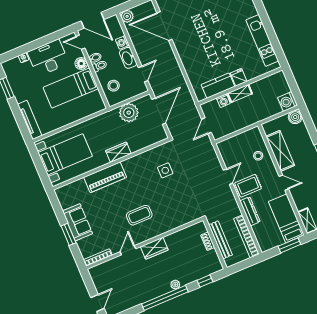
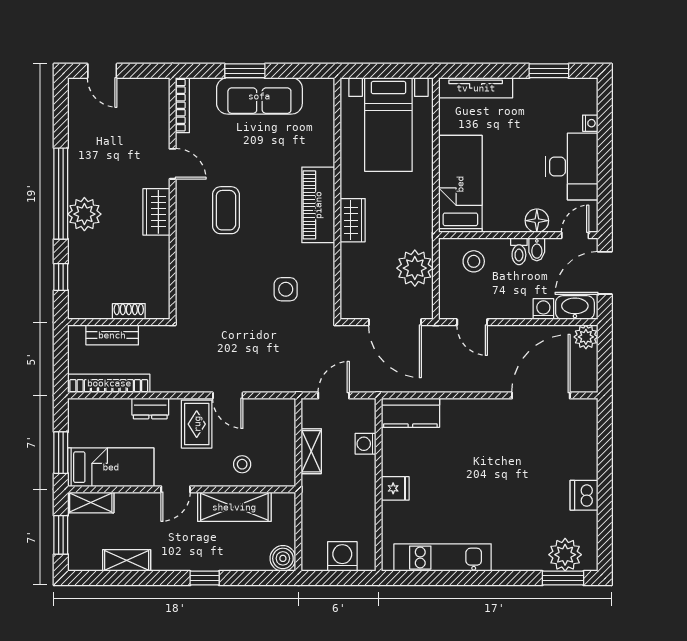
washbasin: (128, 58) -> (575, 308), moved
kitchen counter: (218, 86) -> (410, 413), moved, turned 90
bed: (71, 88) -> (460, 184), moved
shelving: (240, 93) -> (311, 451), moved
washing machine: (288, 102) -> (342, 556), moved
door: (206, 126) -> (334, 395), hinge flipped
piano: (105, 177) -> (318, 205), moved
dresser: (250, 211) -> (150, 408), width x0.70
sofa: (78, 222) -> (259, 96), width x1.36
bench: (220, 240) -> (112, 335), width x0.73
plant: (175, 285) -> (84, 214), width x1.87, depth x1.87

